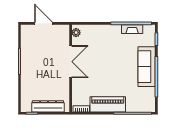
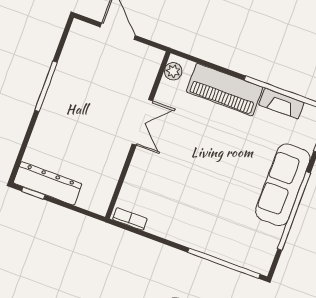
double door: (71, 62) -> (142, 122), width x0.73
piano: (108, 104) -> (225, 90), moved, turned 180
dresser: (48, 106) -> (48, 183), moved

